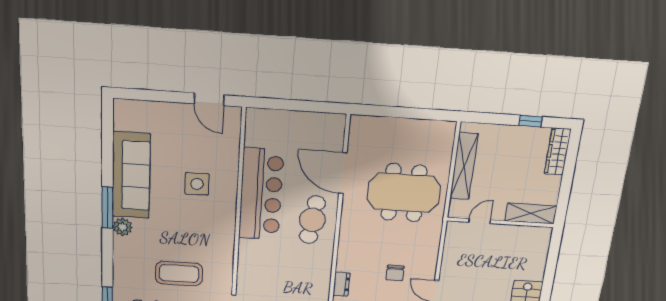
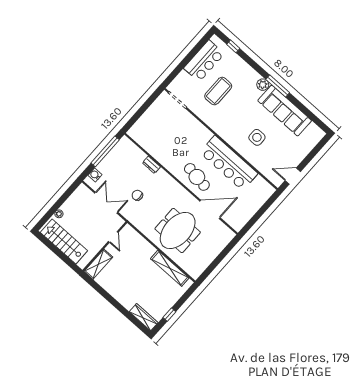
shelving: (531, 214) -> (98, 264), moved
door: (479, 221) -> (113, 237), moved
wall: (500, 222) -> (105, 246), moved

